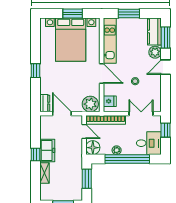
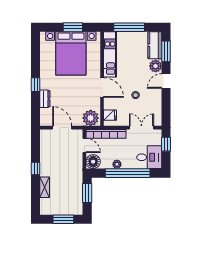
window: (129, 14) -> (129, 27), width x1.44
dresser: (45, 103) -> (45, 99), moved
freezer: (47, 150) -> (47, 165), removed

